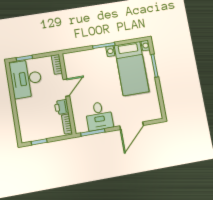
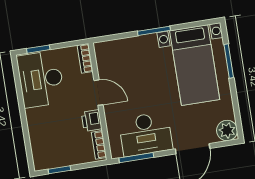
door: (66, 88) -> (98, 93), hinge flipped
plant: (155, 113) -> (227, 130), added
desk: (99, 116) -> (146, 134), width x1.37

